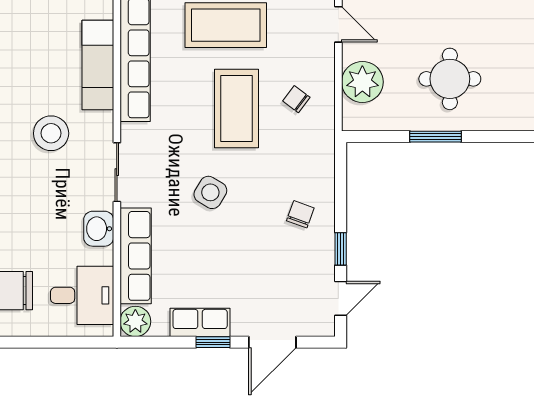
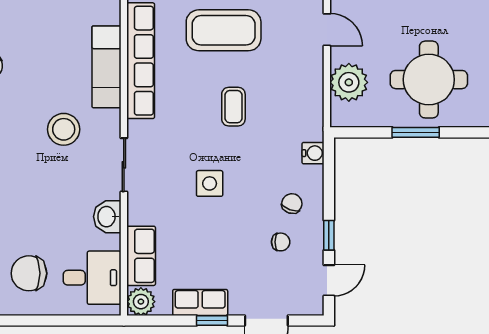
round table: (450, 79) -> (429, 80), width x1.36, depth x1.36
chair: (296, 99) -> (281, 242), moved, turned 143
coffee table: (236, 108) -> (233, 107), width x0.54, depth x0.58
water cooler: (323, 159) -> (313, 153), added
side table: (210, 192) -> (210, 183), turned -31
row of seats: (136, 256) -> (141, 256), width x0.68

